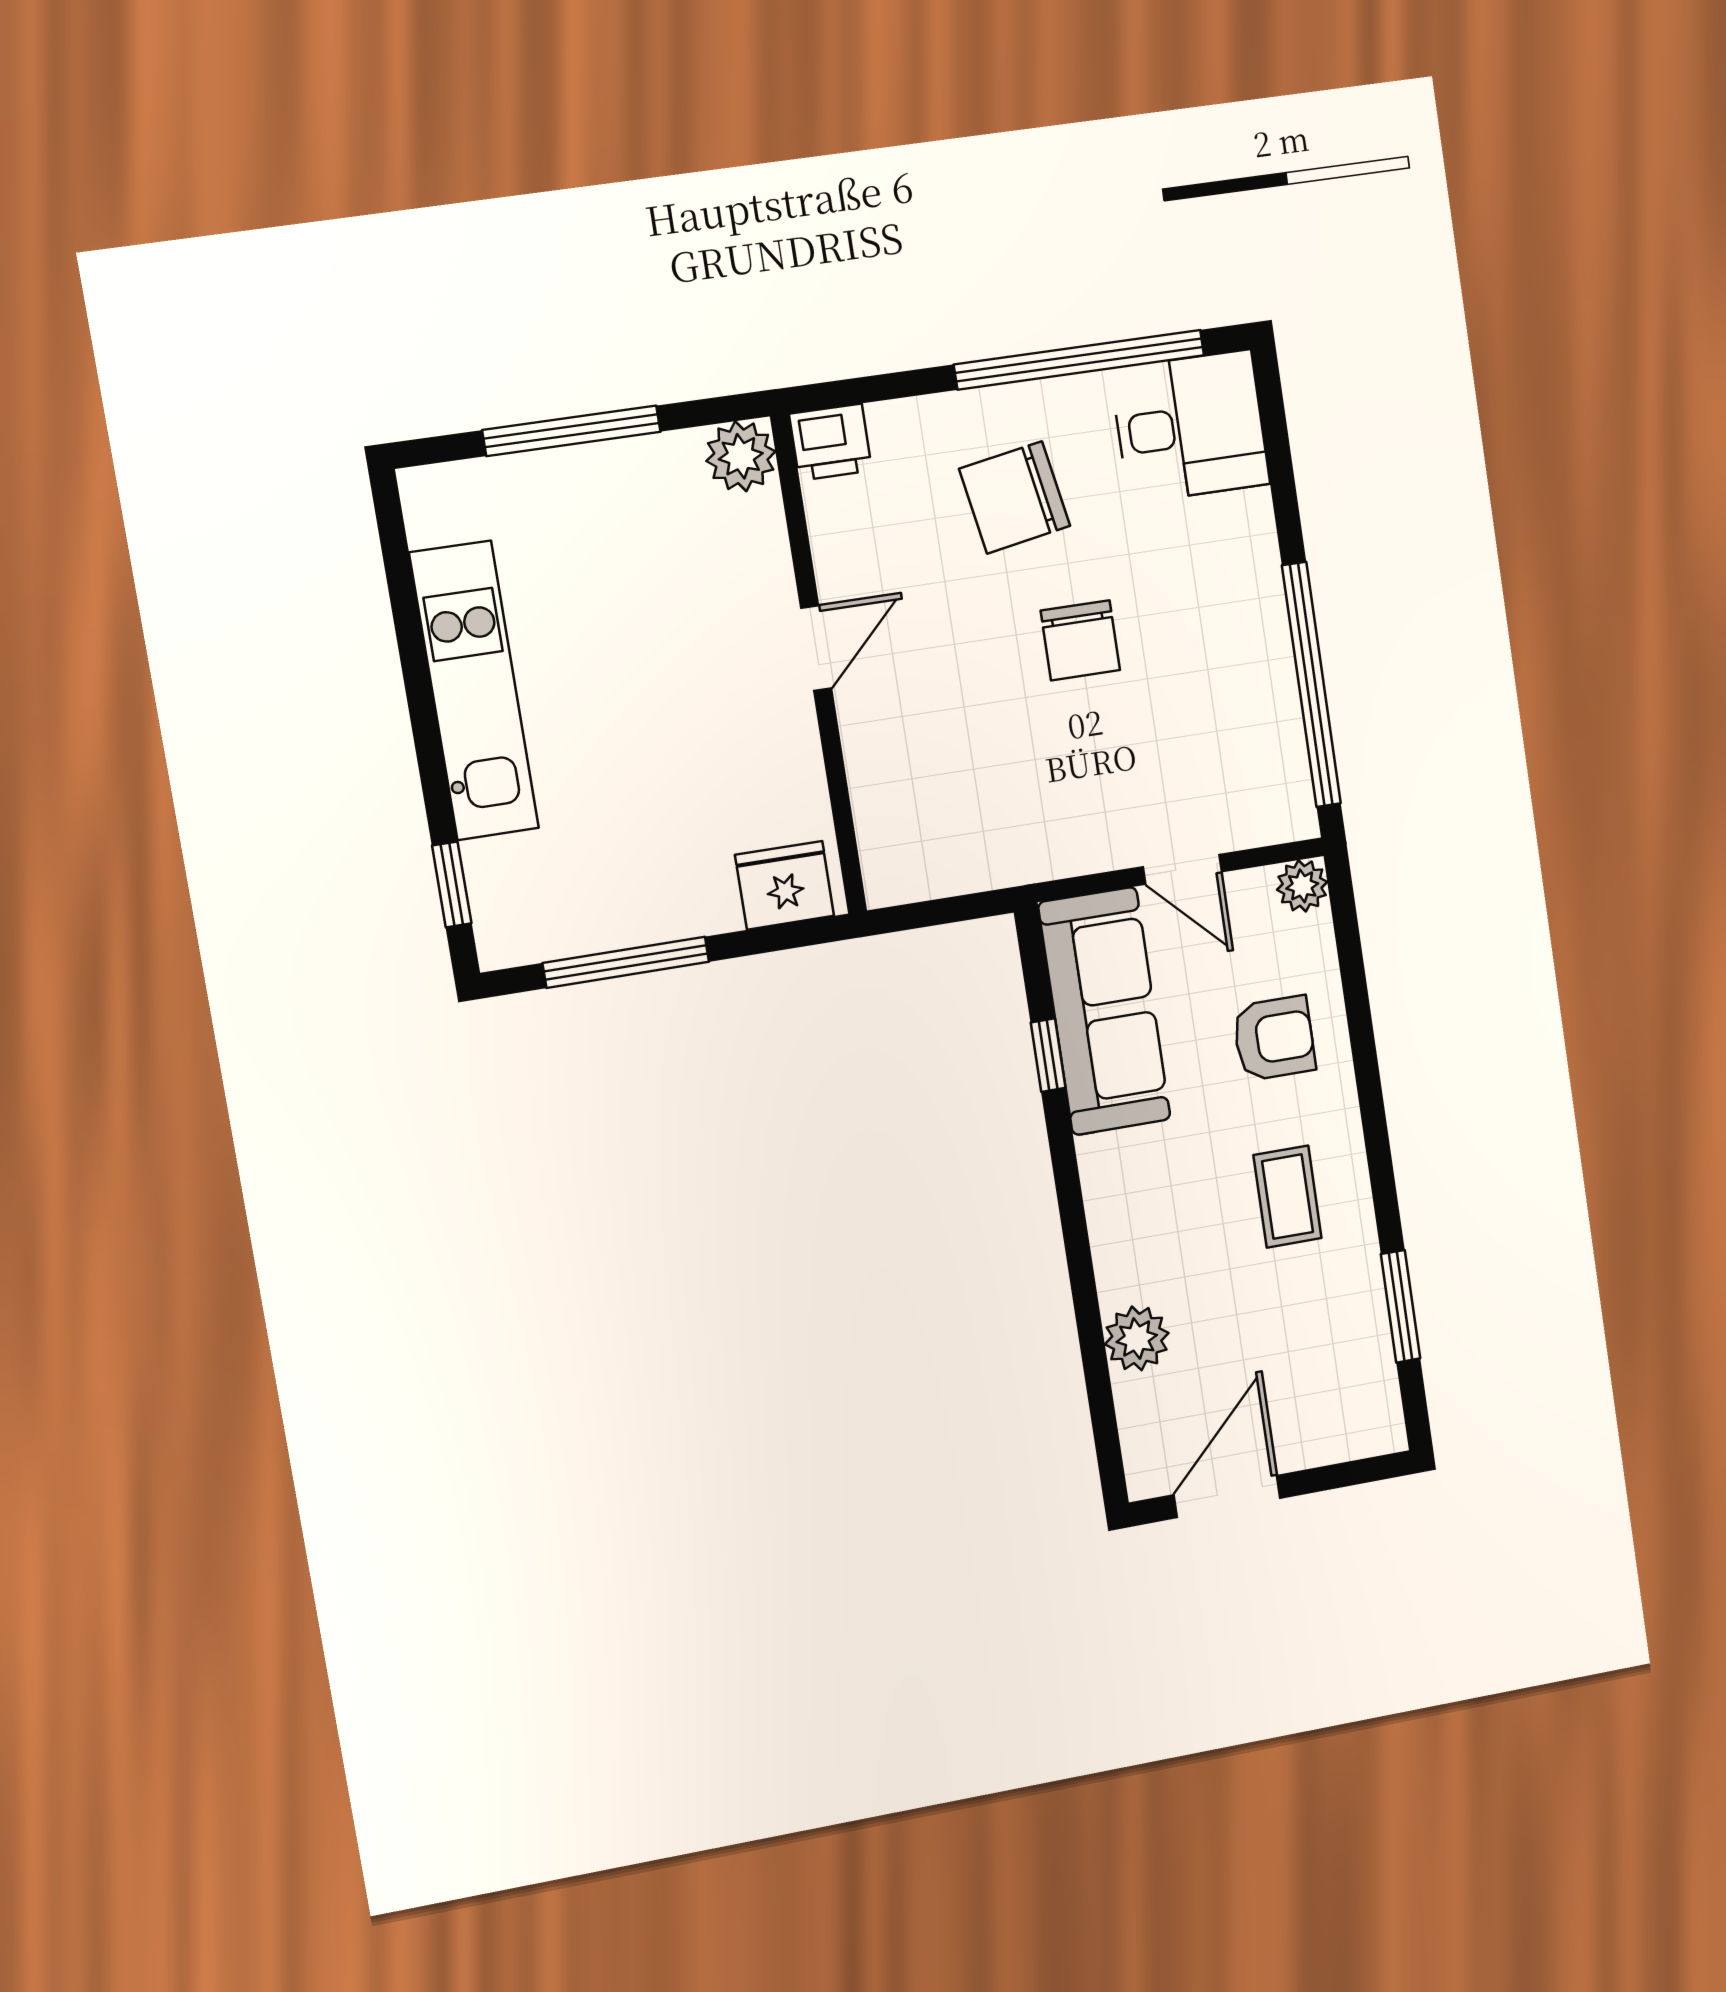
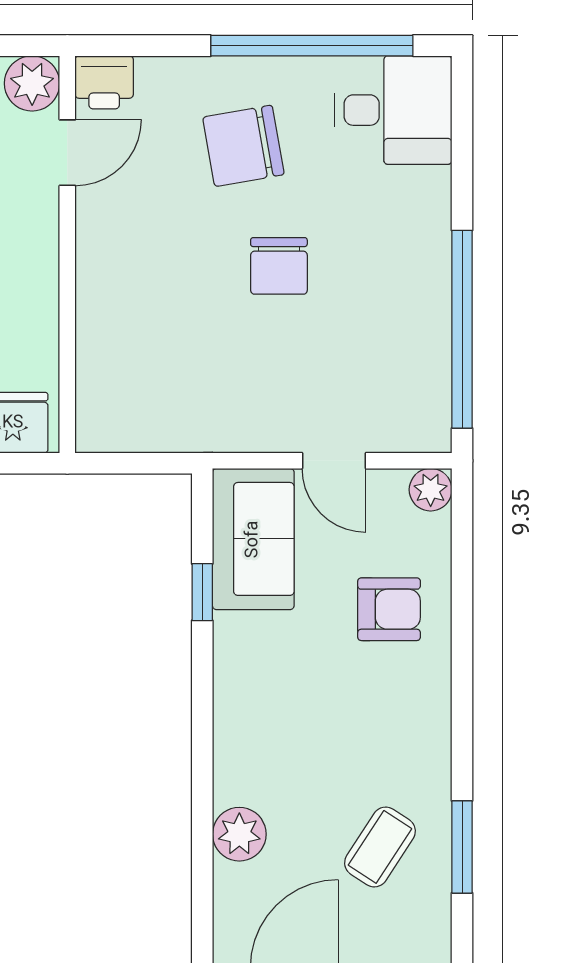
door: (816, 648) -> (67, 153), moved
sofa: (1104, 1011) -> (253, 539), width x0.73
coffee table: (1287, 1197) -> (380, 847), moved, turned 33

